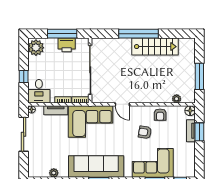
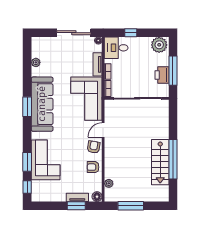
window: (138, 34) -> (173, 159), moved
armchair: (145, 132) -> (94, 147), moved

